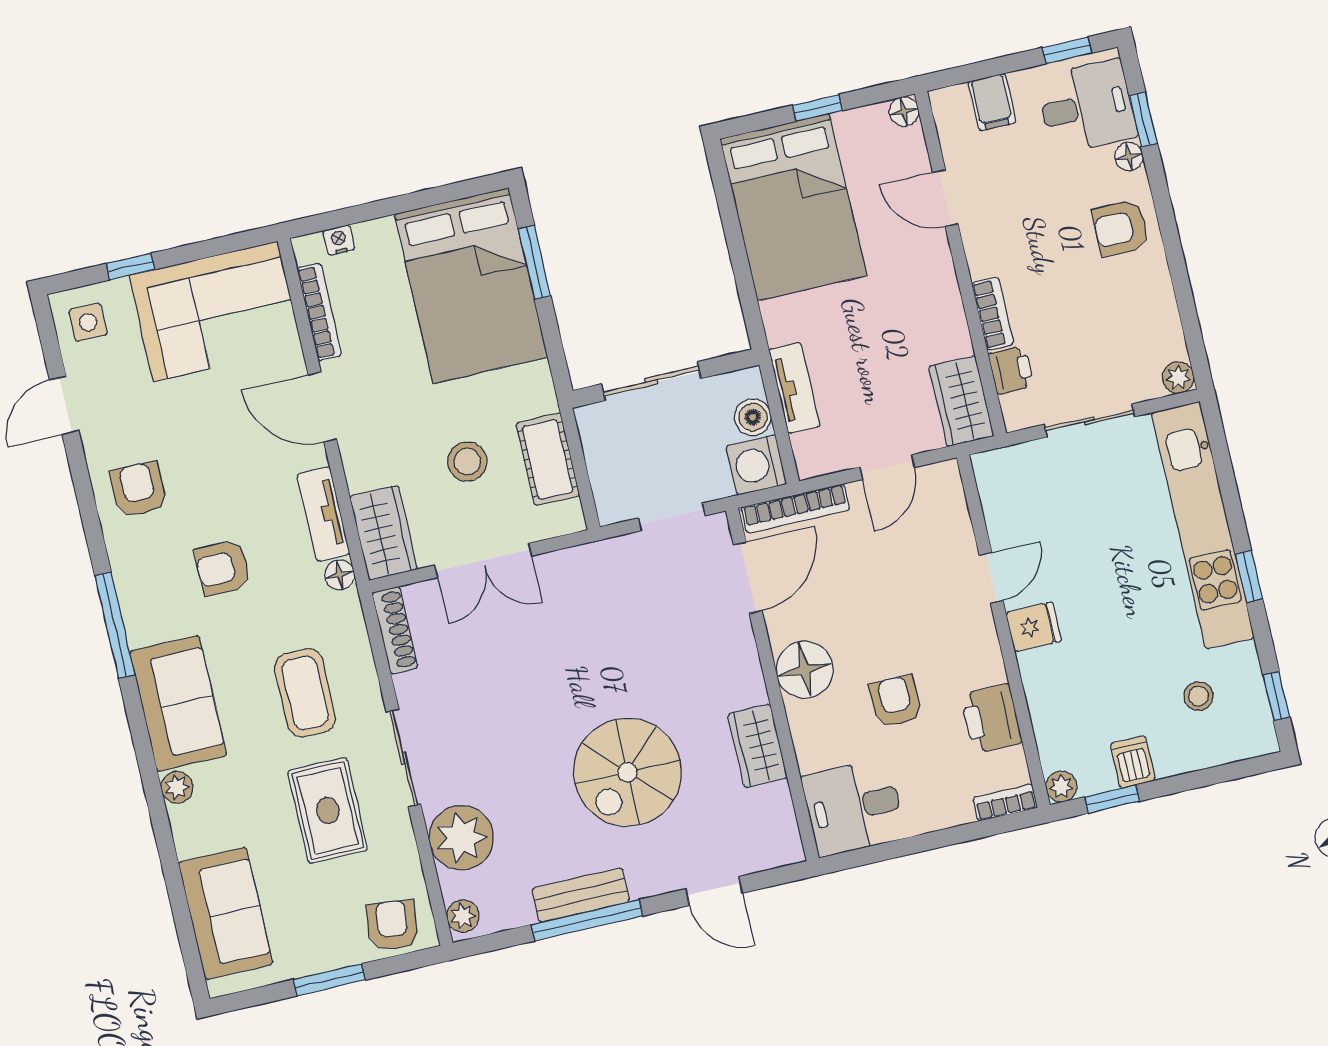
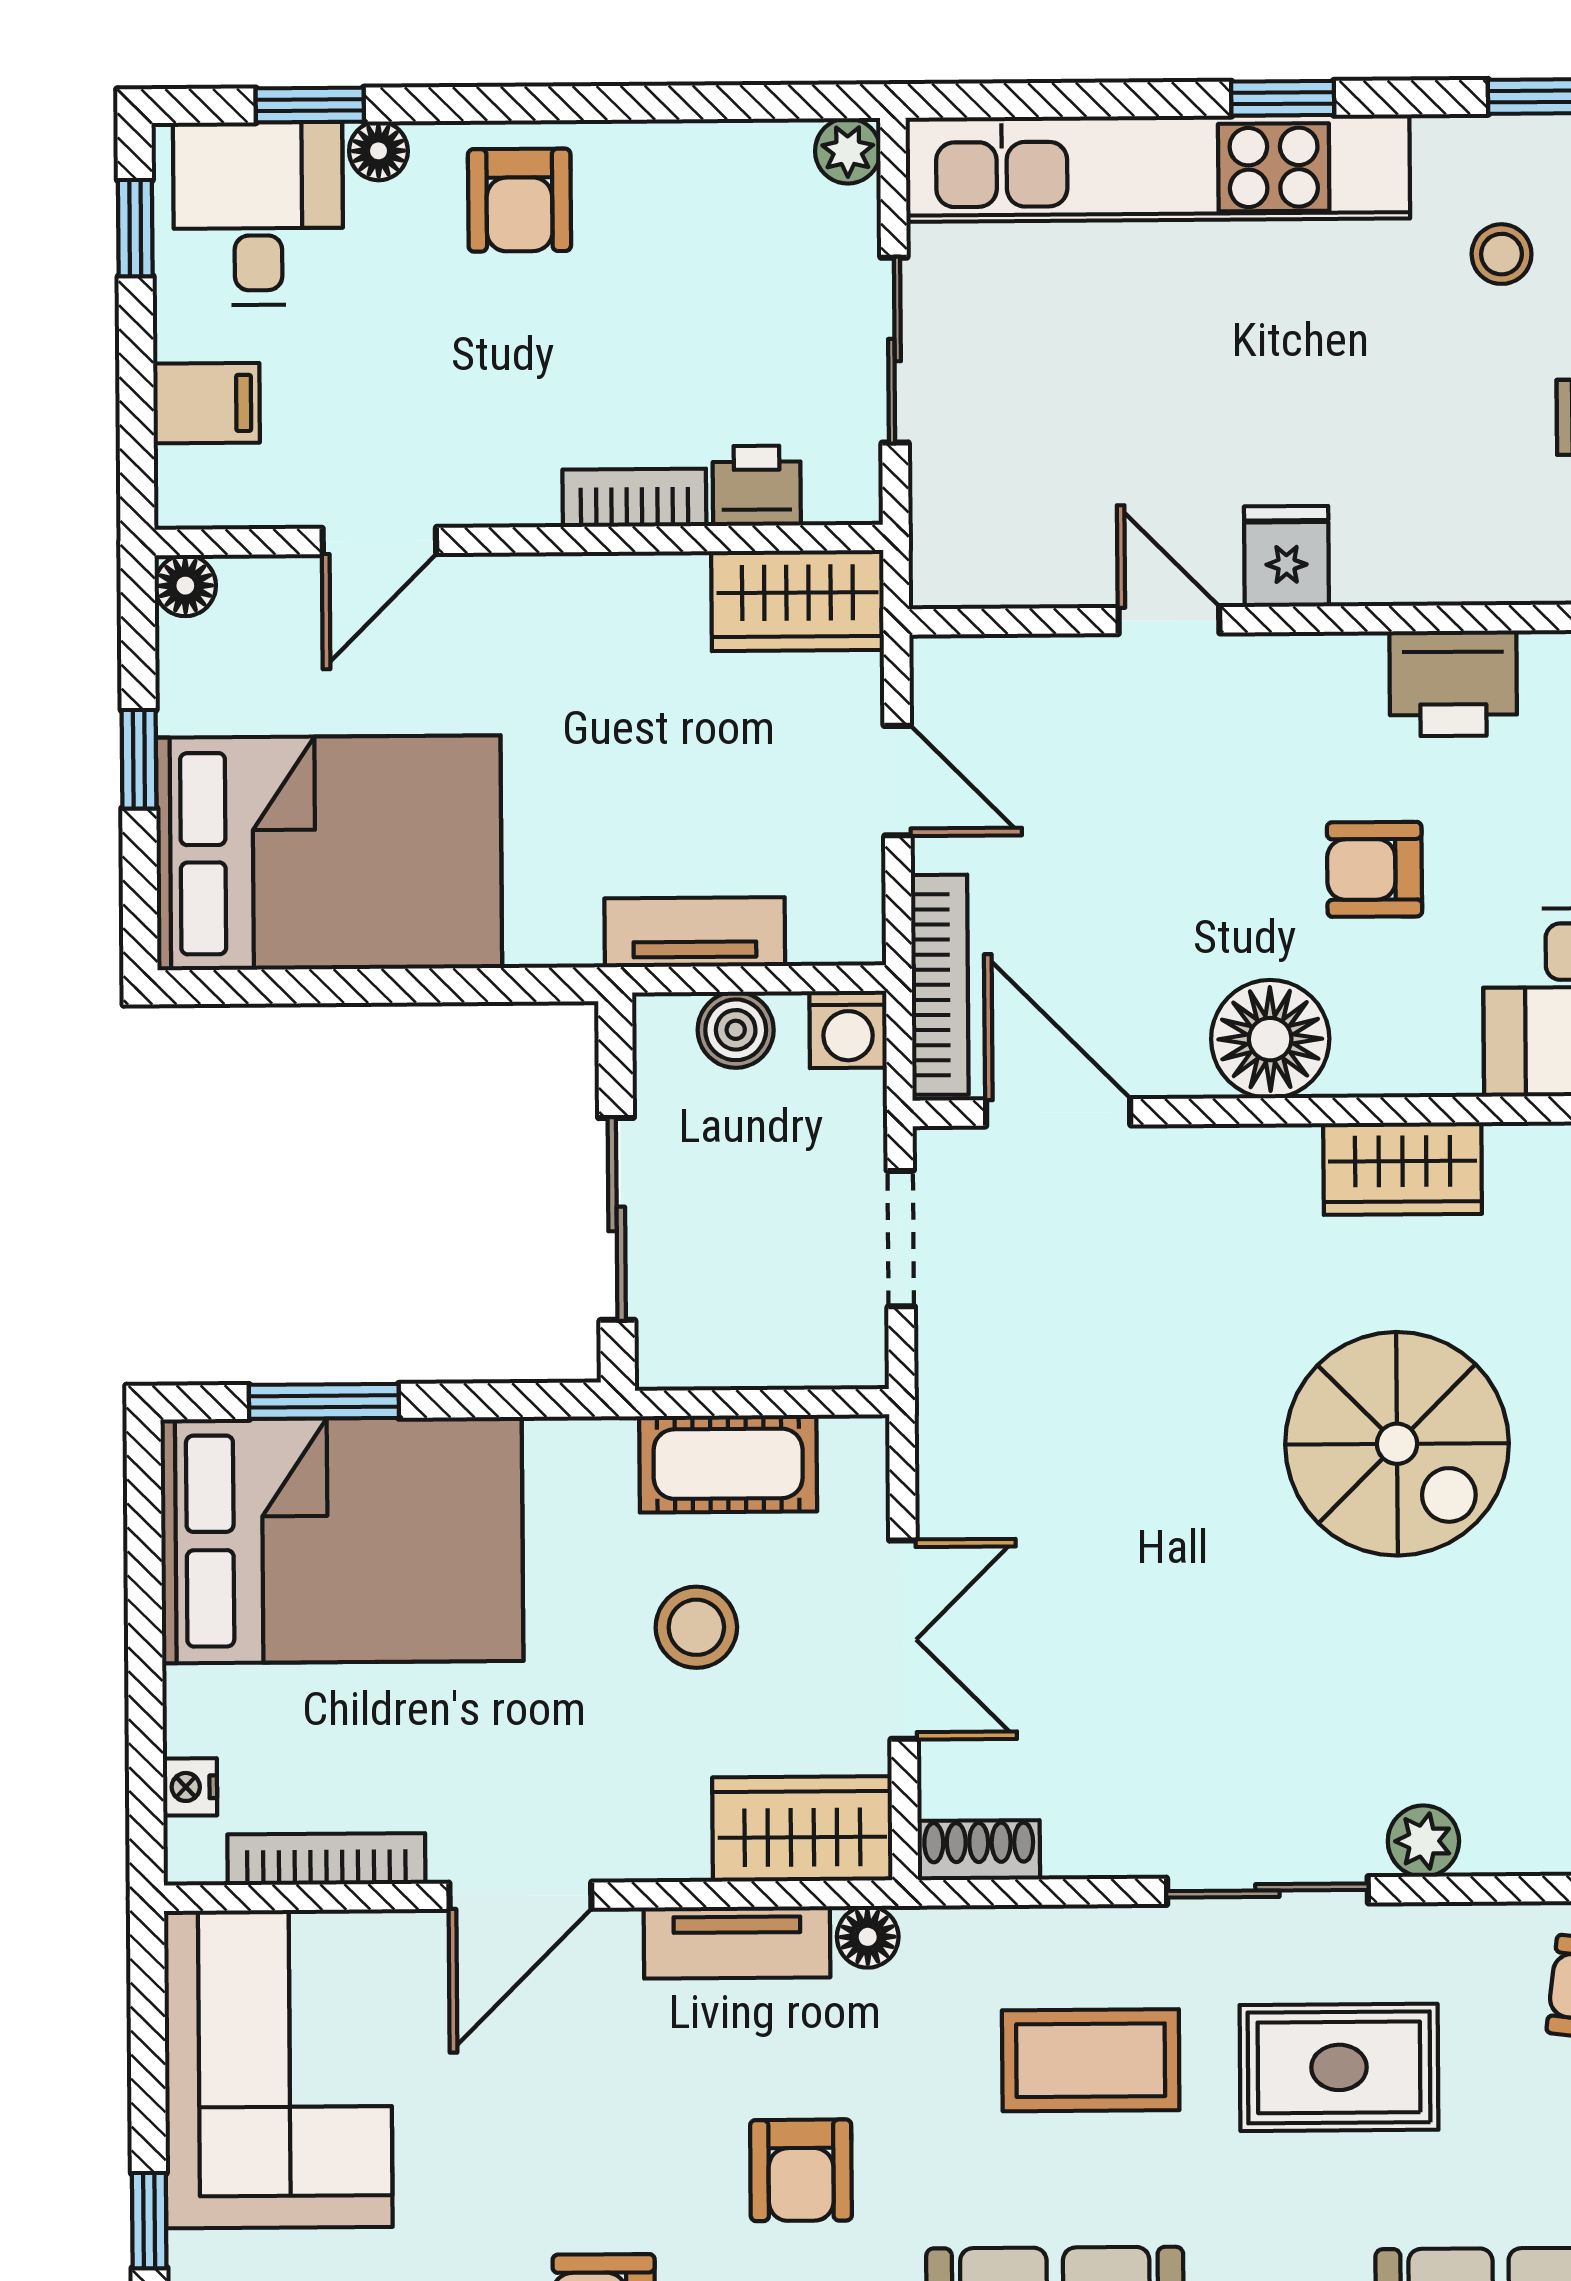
washing machine: (756, 465) -> (848, 1029), width x0.73, depth x0.73
shoe rack: (395, 630) -> (979, 1850), width x0.70
plant: (461, 838) -> (1423, 1841), width x0.53, depth x0.53

